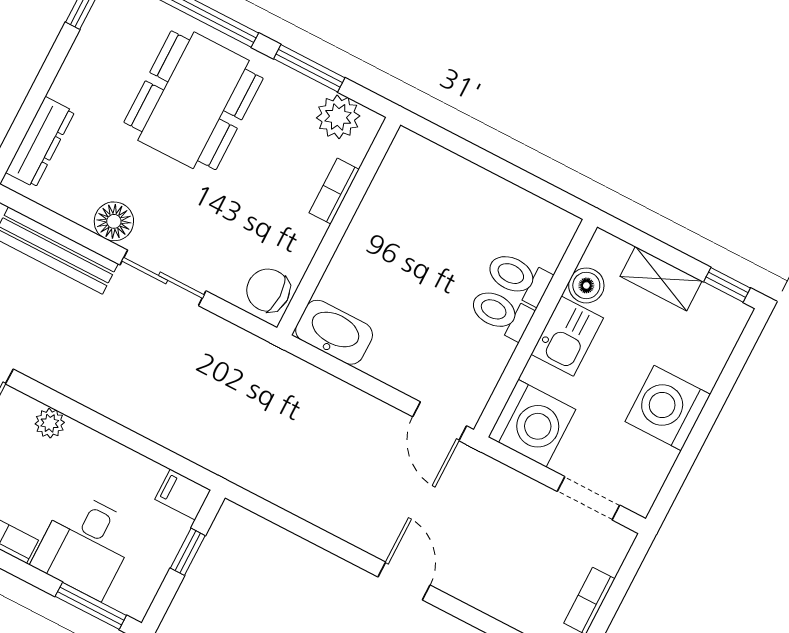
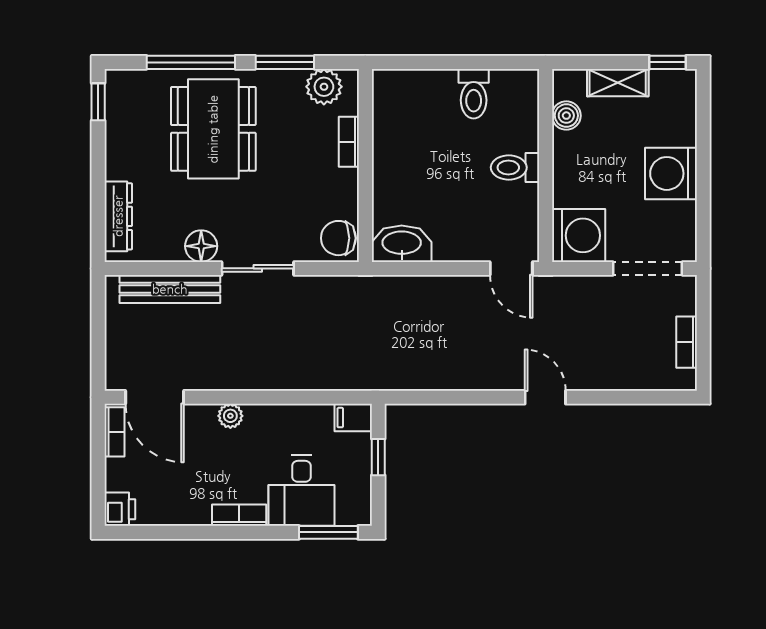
toilet: (518, 277) -> (474, 94), moved, turned -90
kitchen sink: (567, 336) -> (571, 159), removed
doorway: (588, 498) -> (648, 268), width x1.38

